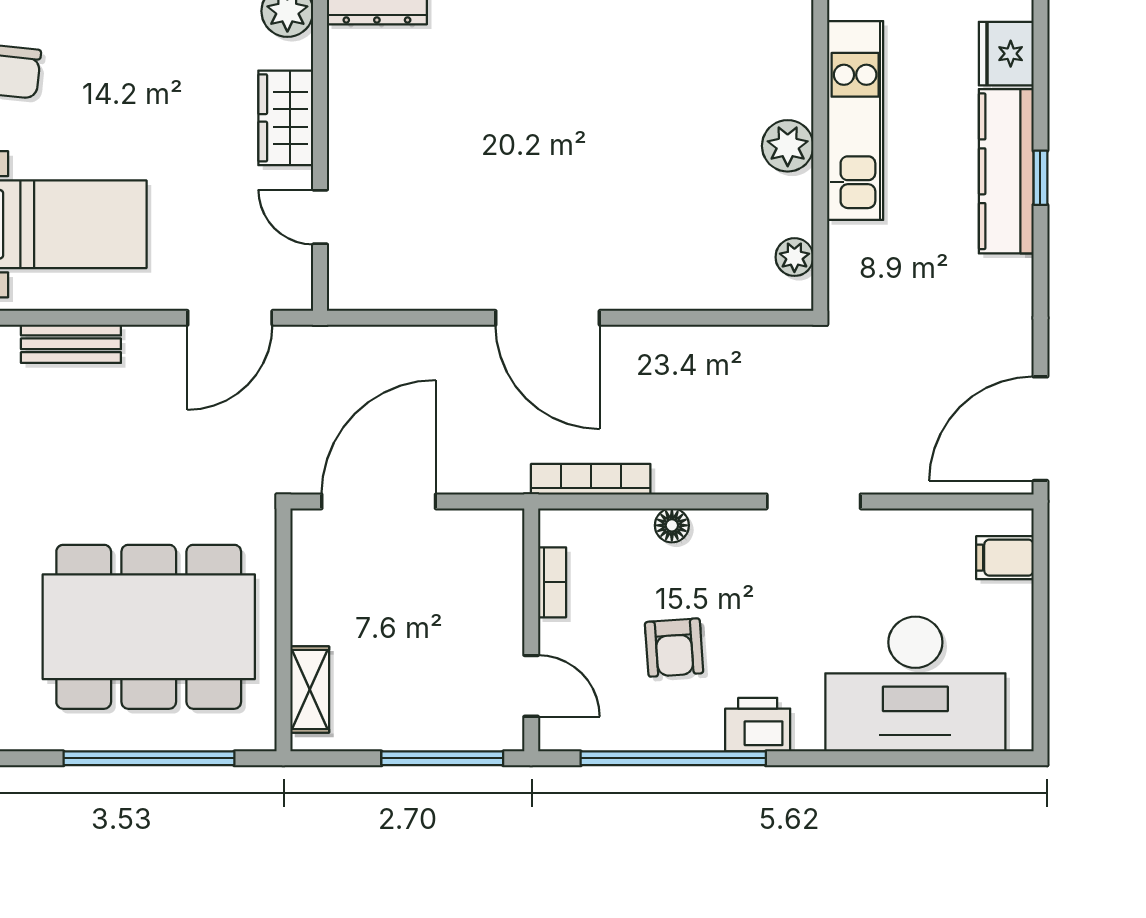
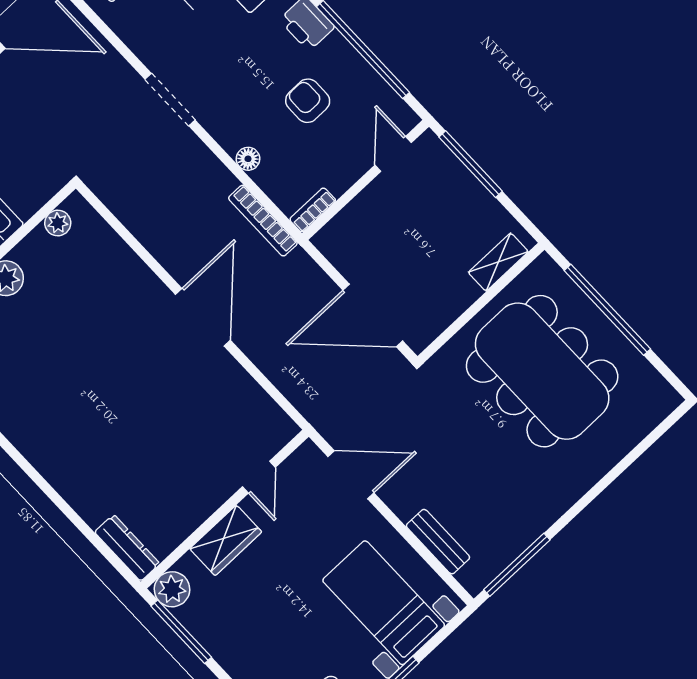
bookcase: (552, 582) -> (313, 210), moved
armchair: (674, 648) -> (308, 101), turned -86

